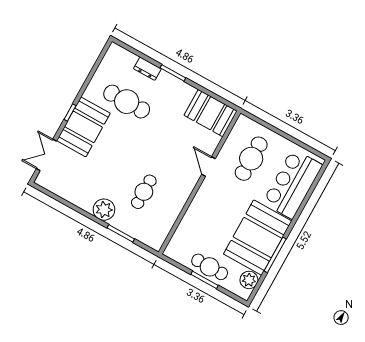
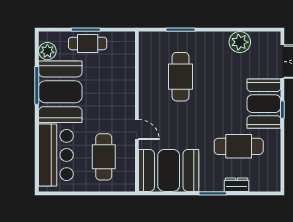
booth: (211, 113) -> (169, 170), width x1.36, depth x1.42
cafe table: (144, 192) -> (181, 77), width x1.37, depth x1.35
plant: (104, 210) -> (240, 42), moved

